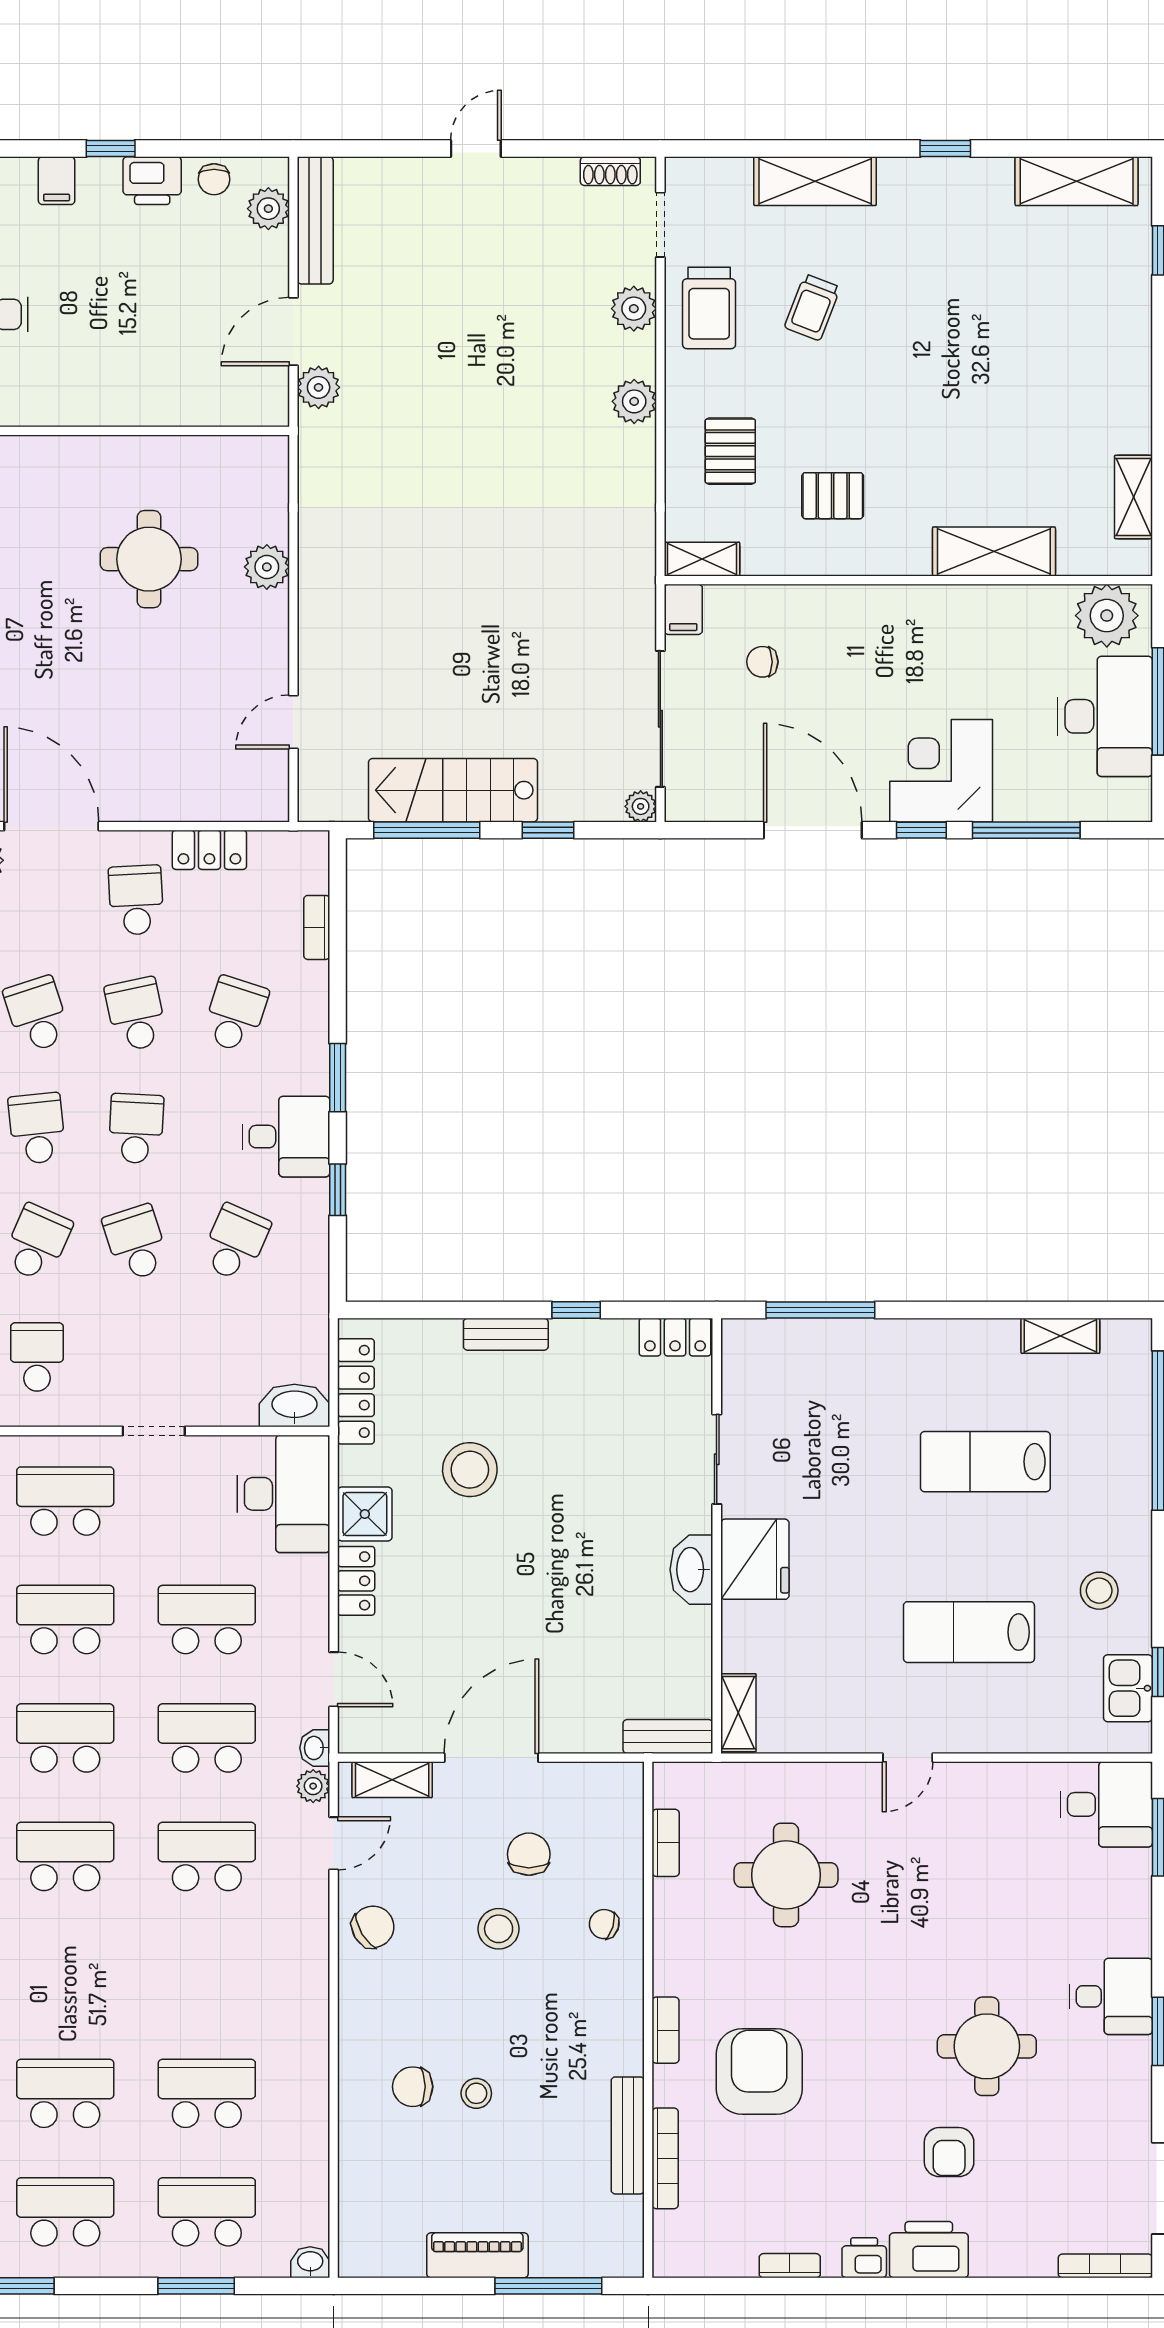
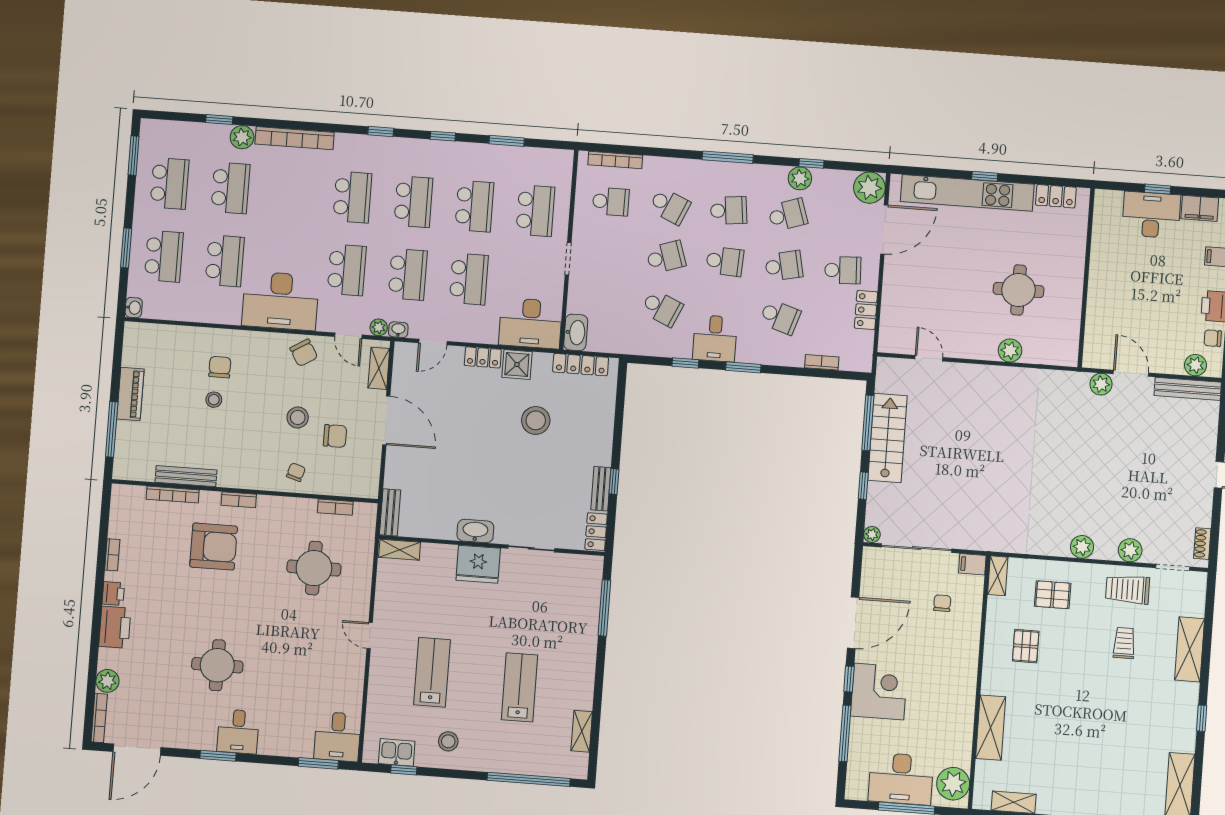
trolley: (812, 307) -> (1124, 643), turned 69
bench: (506, 1334) -> (601, 489), moved
desk: (276, 1980) -> (280, 301), added
armchair: (949, 2152) -> (164, 642), removed
plant: (1033, 2256) -> (107, 681), added

